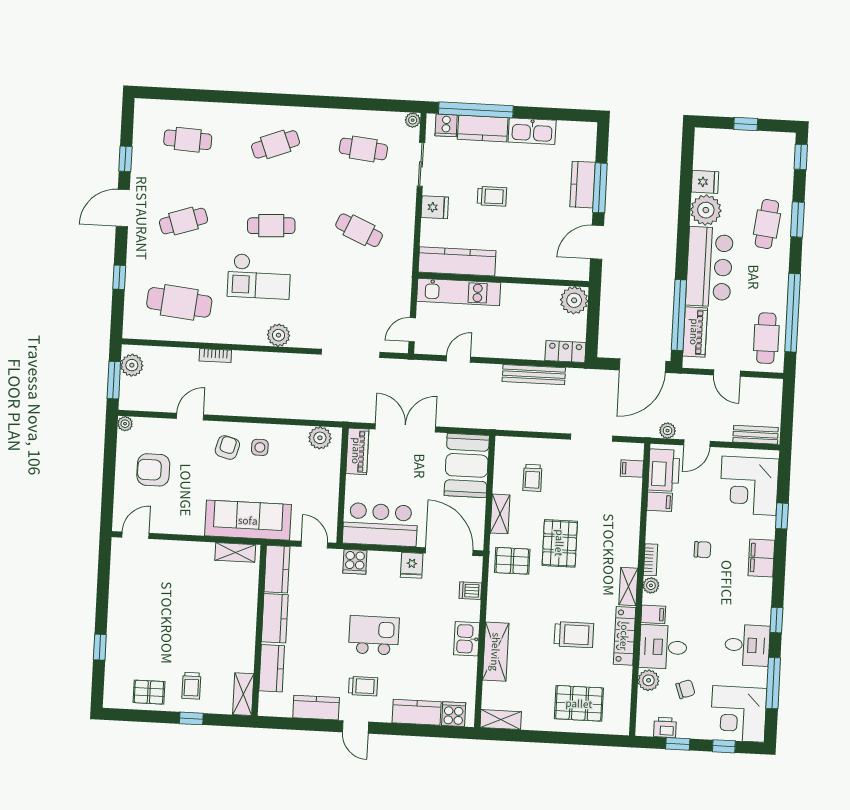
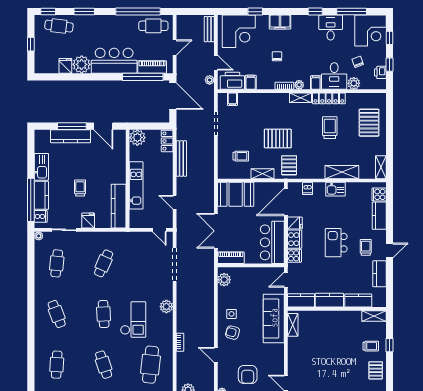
kitchen counter: (583, 185) -> (71, 136), width x1.50
cafe table: (767, 224) -> (59, 26), moved
kitchen unit: (459, 292) -> (136, 185), moved
cooker: (384, 564) -> (295, 239), added

